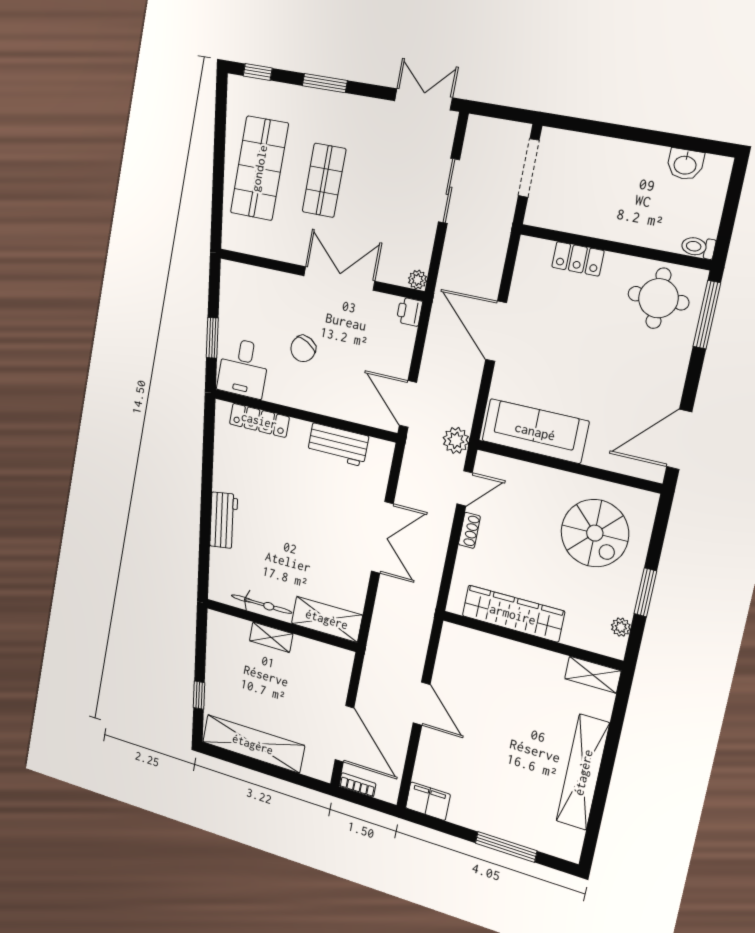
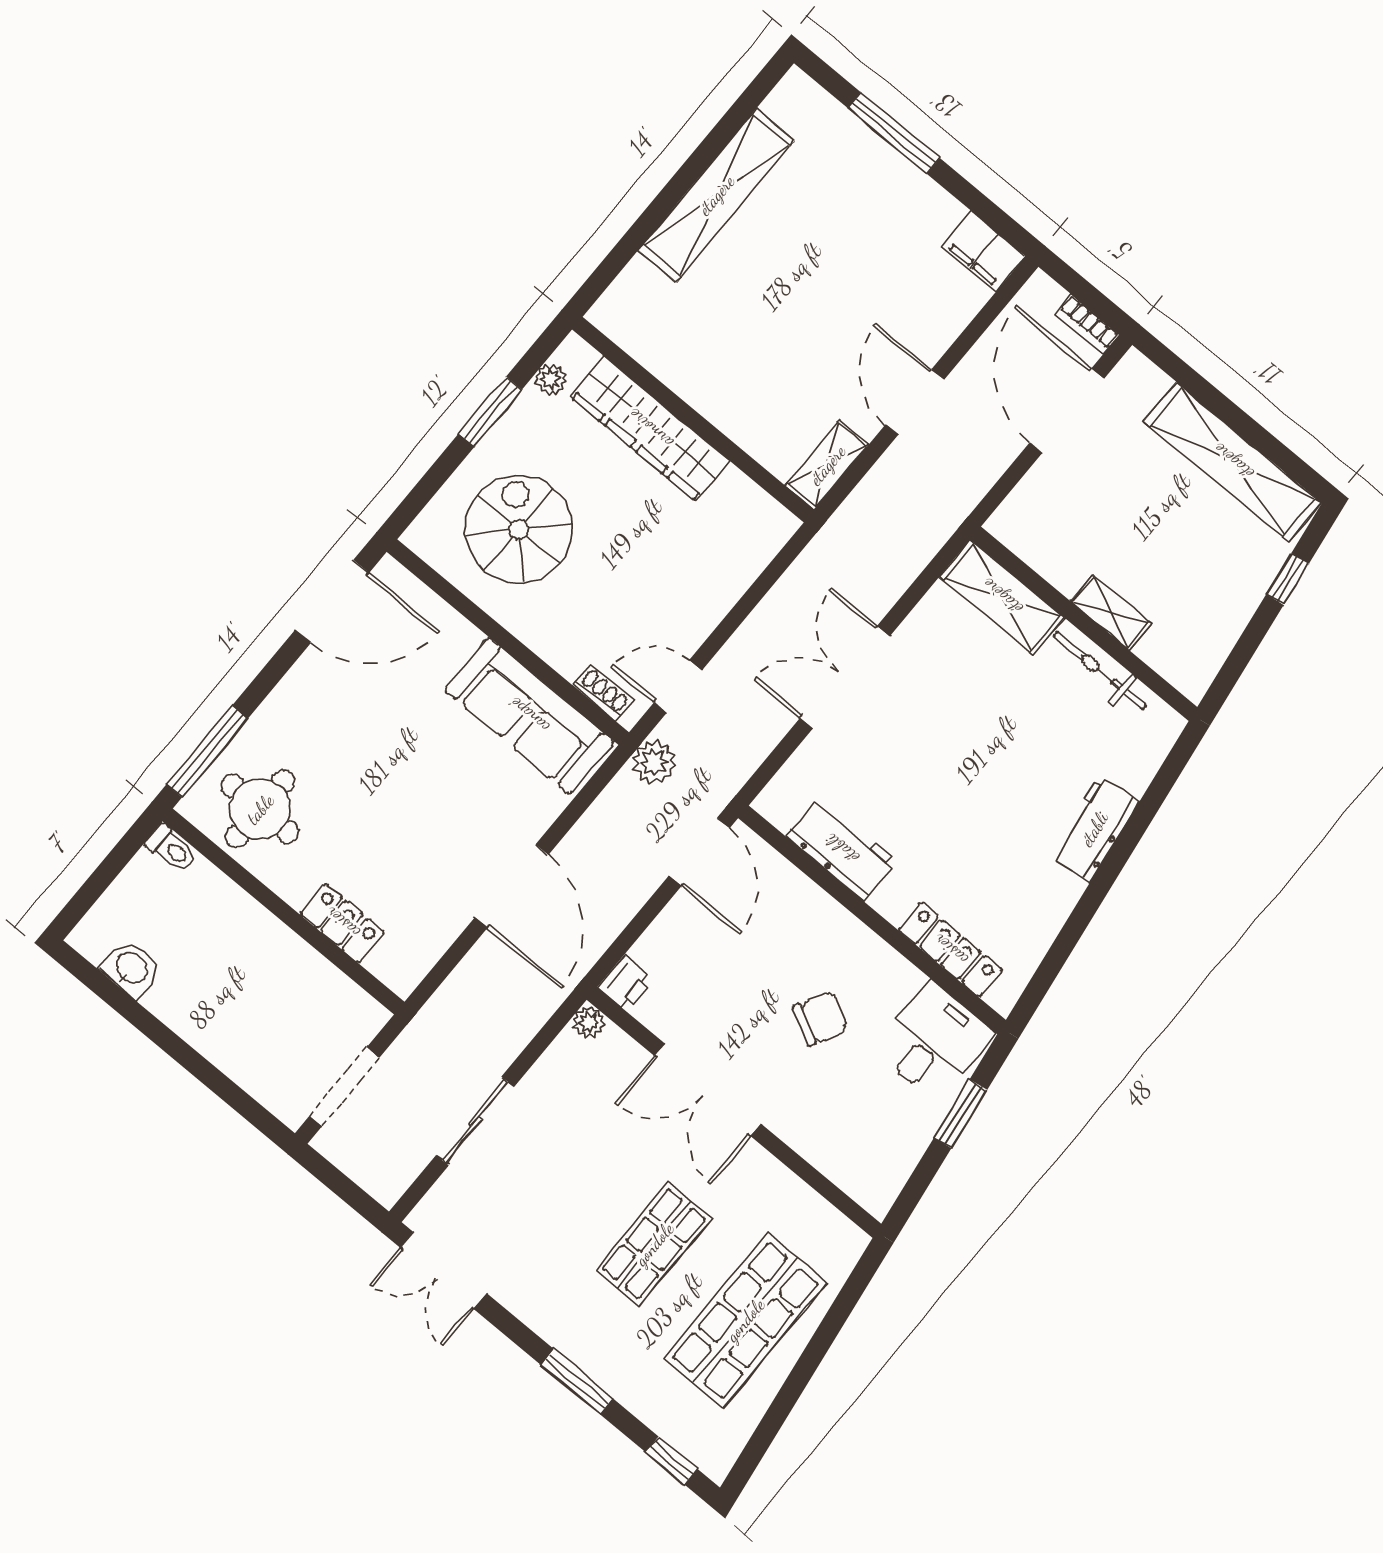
shoe rack: (469, 530) -> (603, 693), moved, turned 90
wardrobe: (513, 614) -> (650, 429), moved
shelving: (593, 675) -> (827, 465), moved, turned 90

